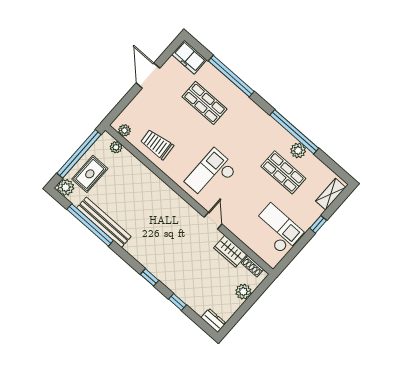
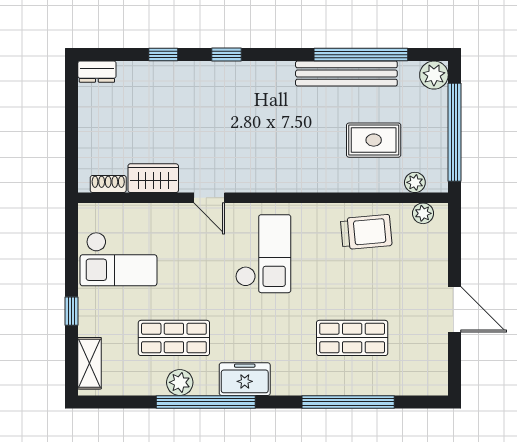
freezer: (189, 57) -> (245, 379), moved
rug: (90, 174) -> (374, 140), moved, turned 90
plant: (243, 292) -> (91, 142), removed

